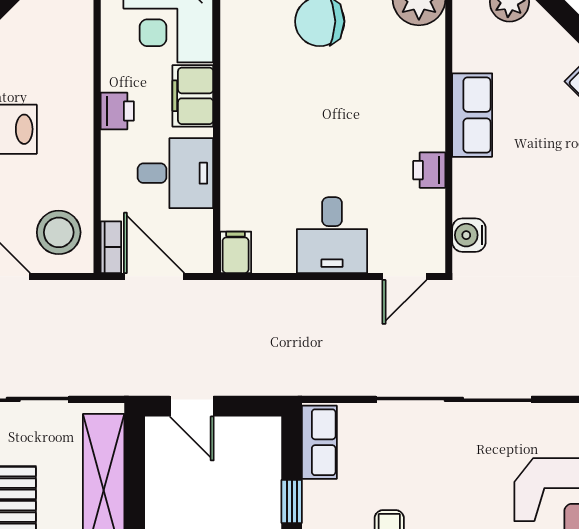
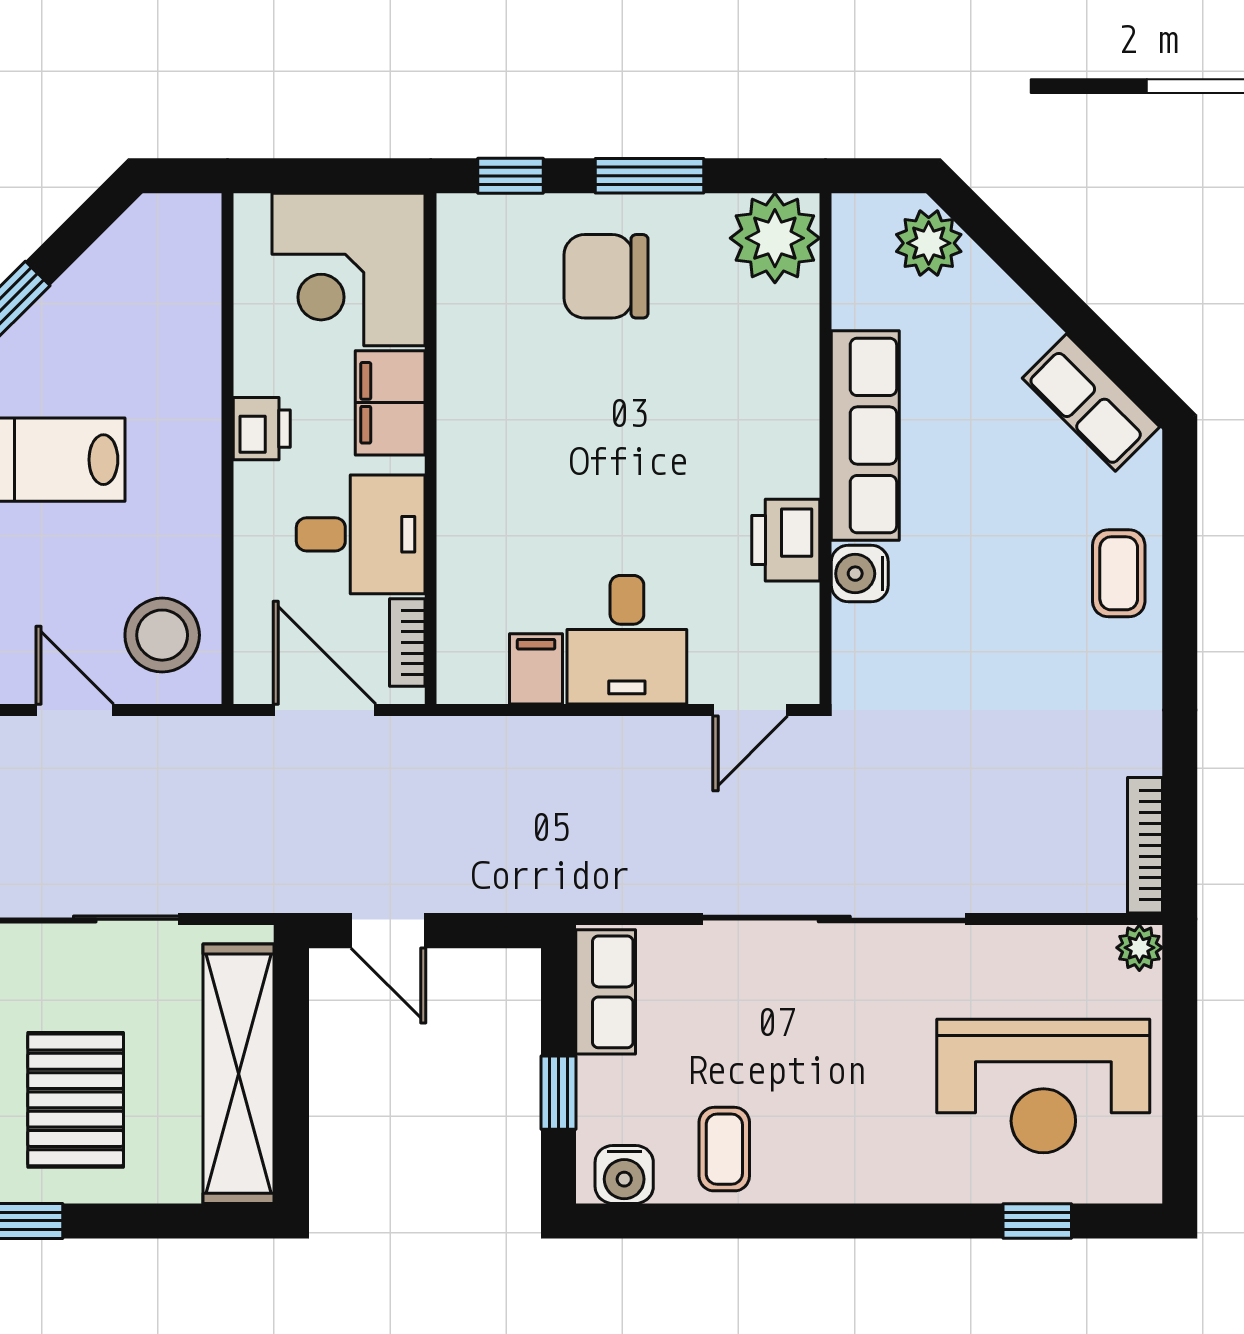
row of seats: (472, 115) -> (865, 435), width x1.48
printer: (429, 170) -> (786, 540), width x1.36, depth x1.24
water cooler: (469, 235) -> (860, 574), moved
bookcase: (111, 247) -> (407, 643), moved, turned 180
filing cabinet: (236, 252) -> (536, 669), moved

